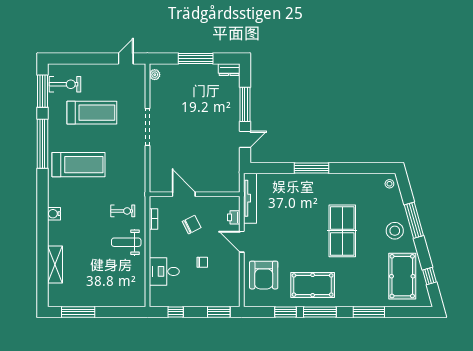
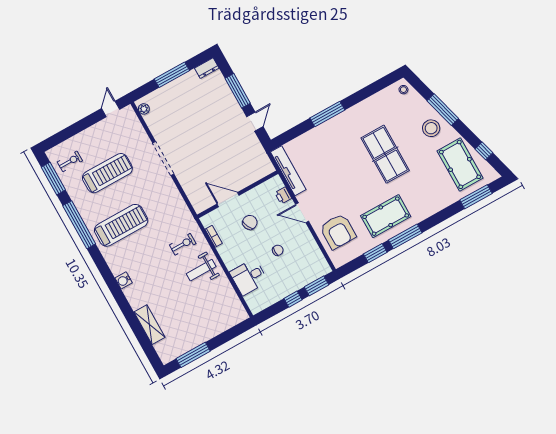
exercise bike: (65, 84) -> (70, 161), width x0.73, depth x0.72
window: (176, 312) -> (293, 299), moved
window: (369, 312) -> (476, 197), moved

